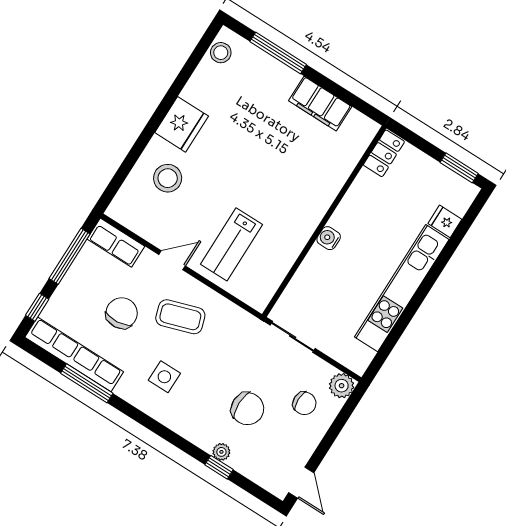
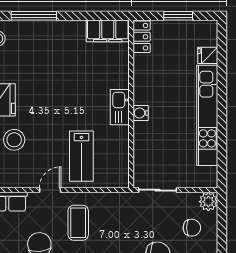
filing cabinet: (320, 104) -> (108, 31), moved
window: (459, 168) -> (178, 16), moved
kitchen sink: (309, 217) -> (120, 107), added
coffee table: (180, 317) -> (78, 223), turned -72

